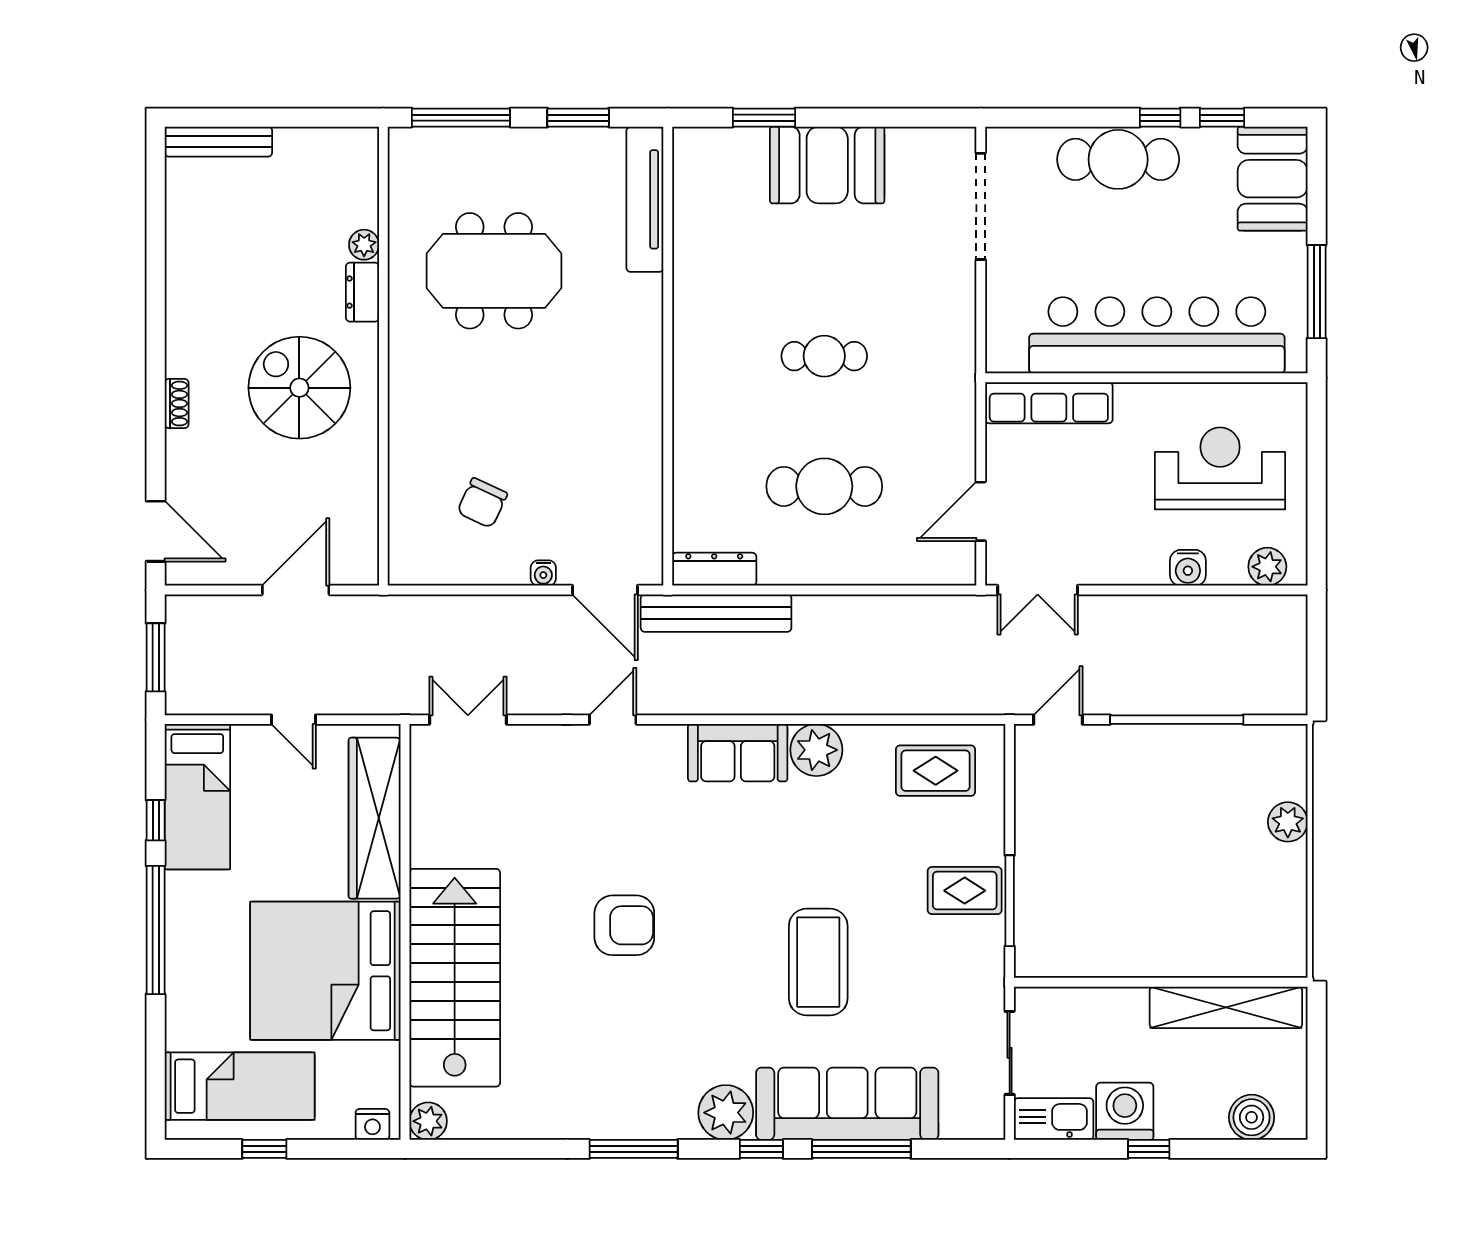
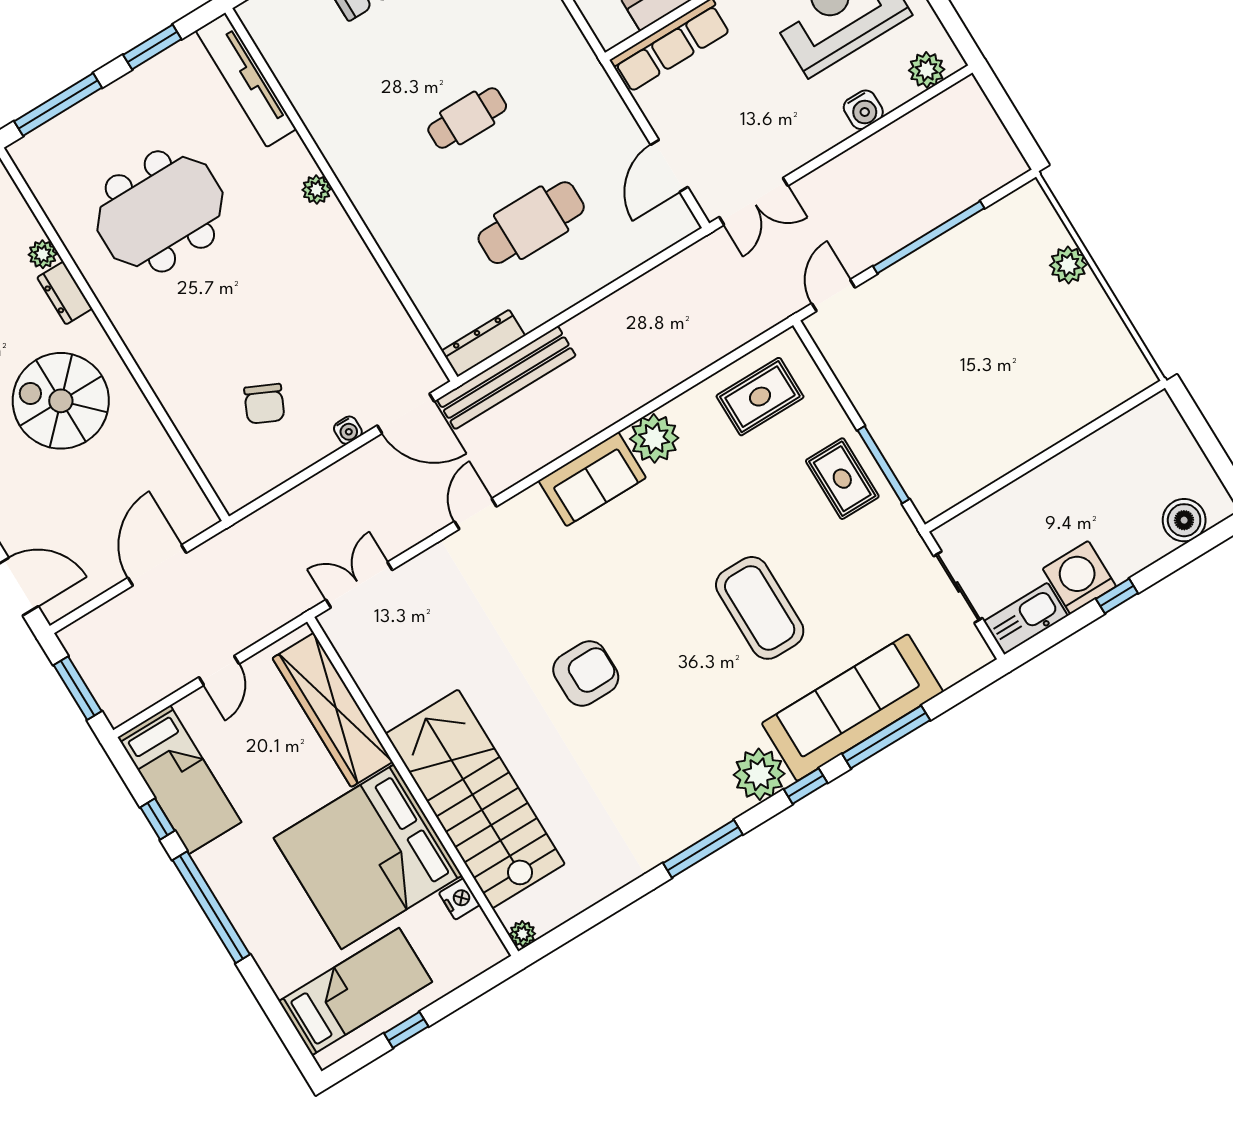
plant: (648, 338) -> (316, 190), added
door: (294, 720) -> (219, 671), hinge flipped
rug: (965, 891) -> (842, 479), turned 90
shelving: (1226, 1007) -> (1110, 444), removed
plant: (428, 1121) -> (523, 934), width x0.73, depth x0.73
nightstand: (372, 1124) -> (459, 899), moved, turned -90

